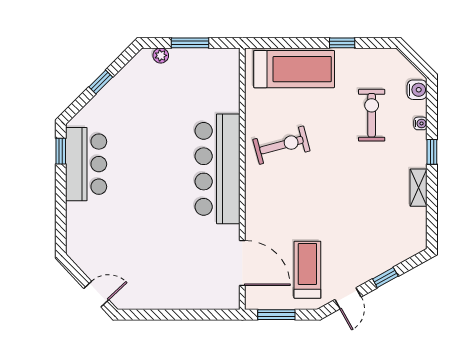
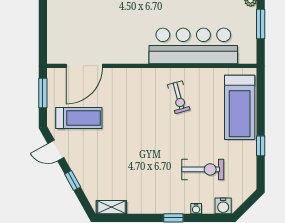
exercise bike: (281, 145) -> (179, 97), width x0.73, depth x0.72
bar counter: (218, 169) -> (193, 46), moved
shelving: (419, 188) -> (111, 207), moved

